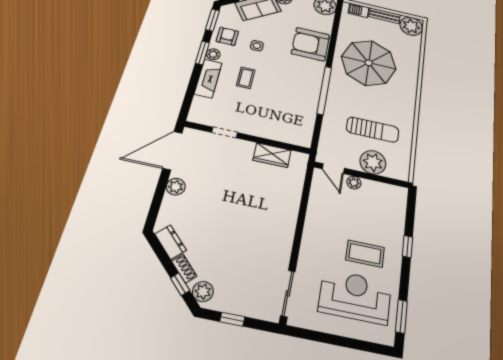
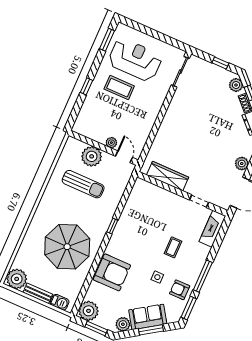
armchair: (227, 36) -> (180, 290), turned 90
window: (202, 53) -> (203, 276), width x1.44
plant: (213, 54) -> (194, 274), removed
fireplace: (208, 78) -> (212, 229), moved
window: (324, 90) -> (112, 226), width x0.32
sun lounger: (373, 130) -> (83, 184), turned 180
wardrobe: (272, 155) -> (168, 176), width x1.50
reception desk: (355, 296) -> (135, 60), turned 180

